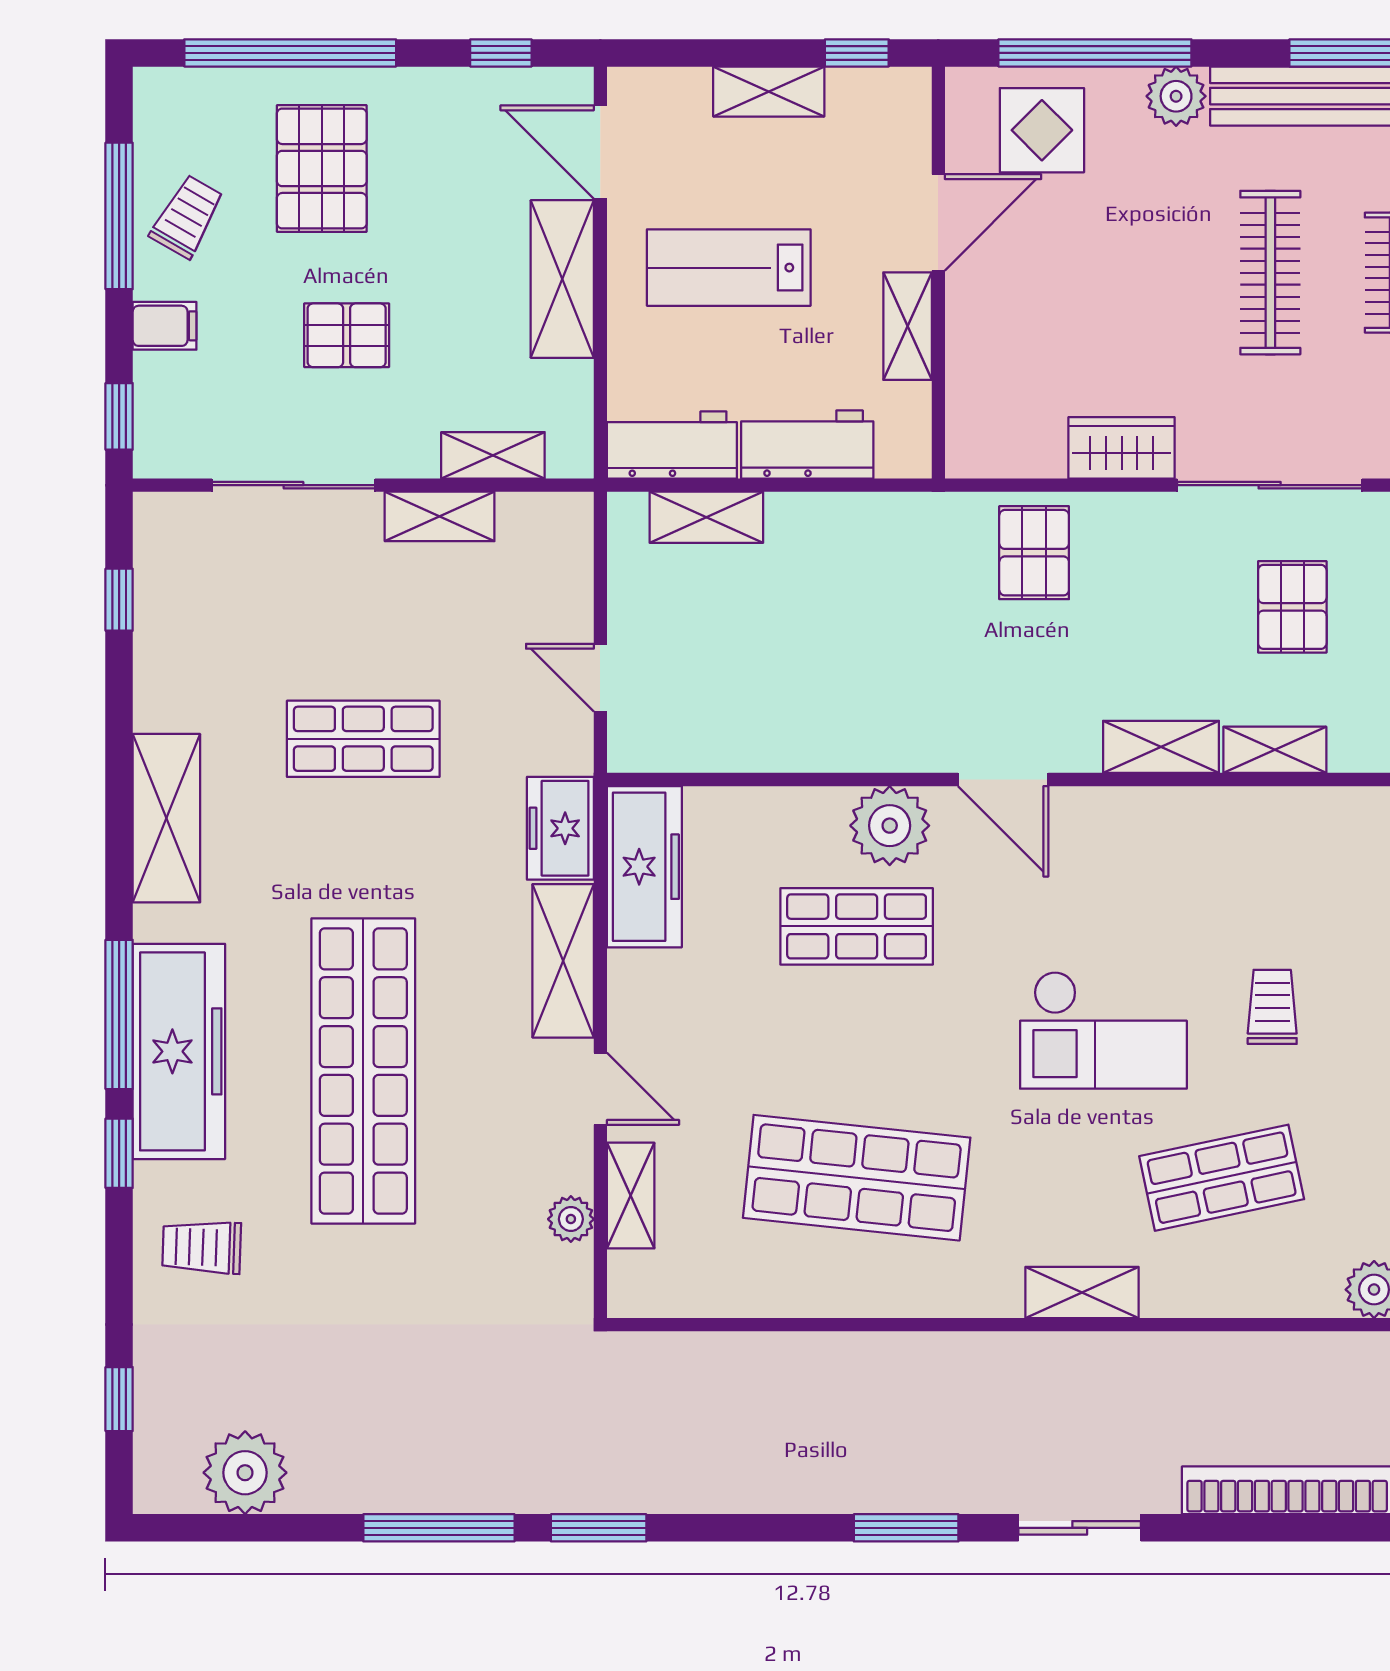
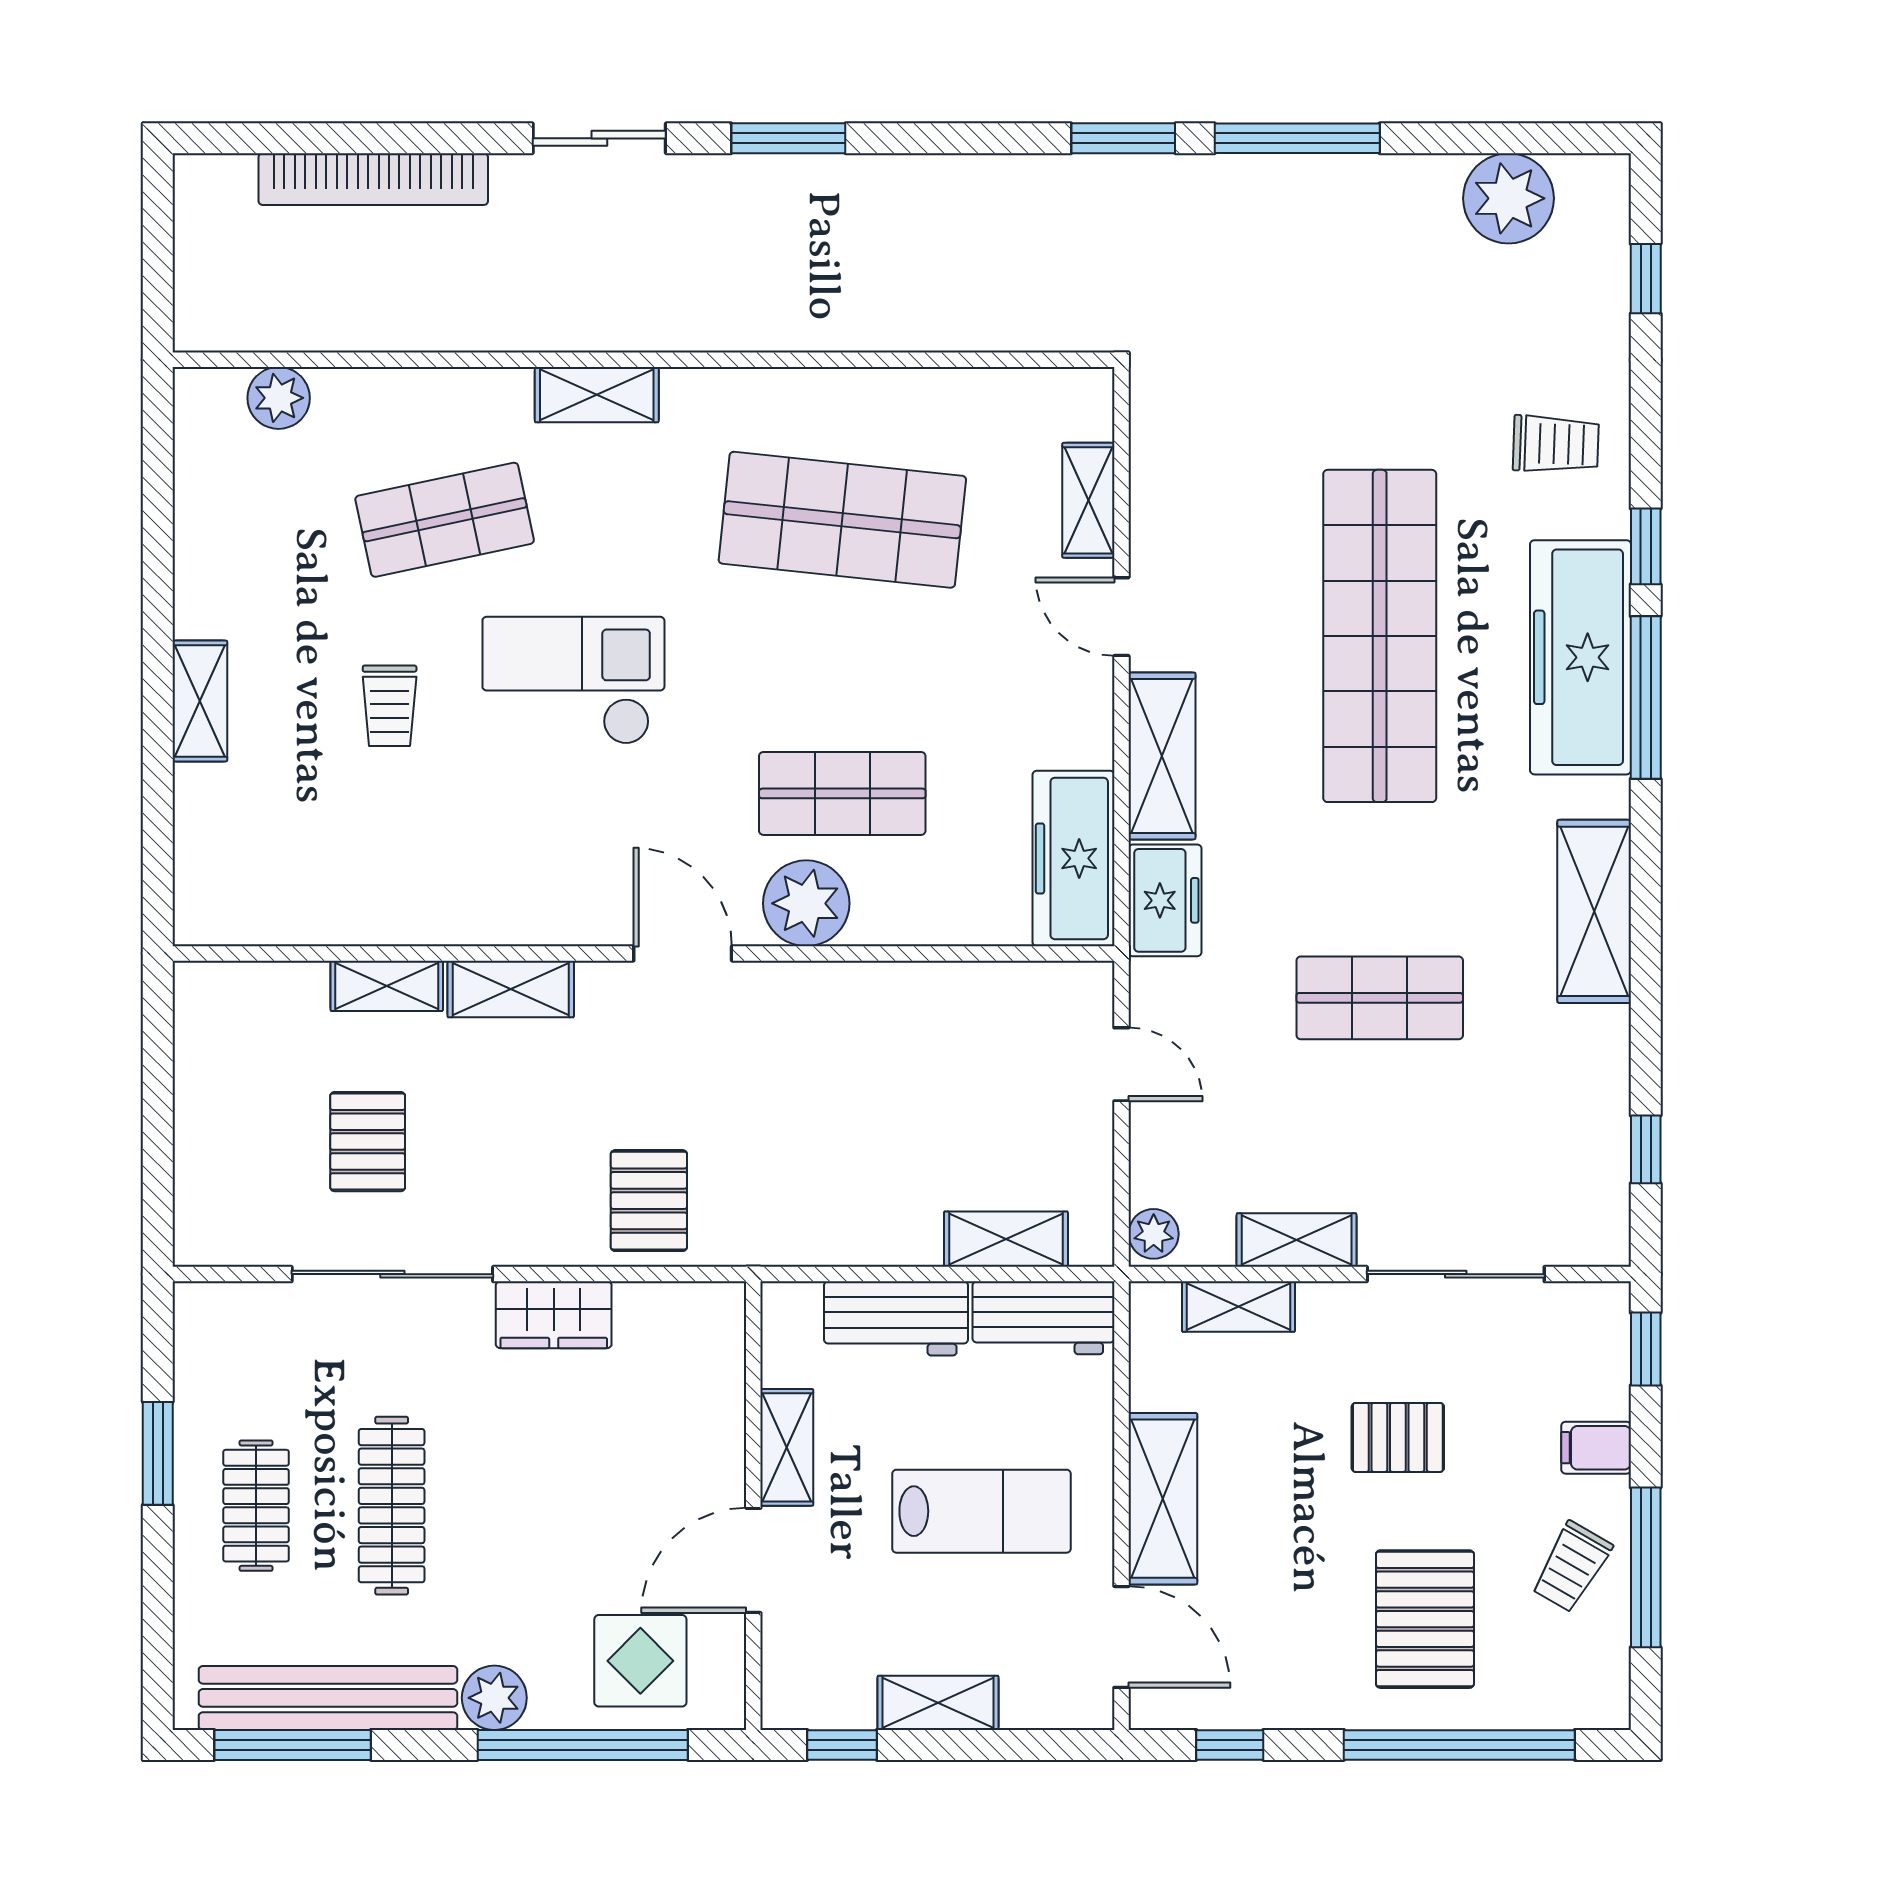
plant: (571, 1219) -> (1154, 1234), moved

